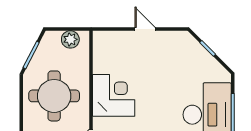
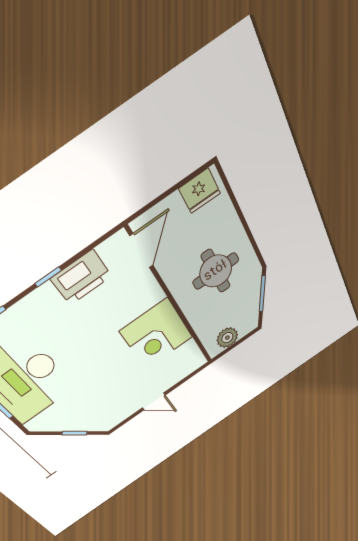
corner desk: (114, 95) -> (157, 334), moved
round table: (54, 96) -> (216, 271), width x0.73, depth x0.73

